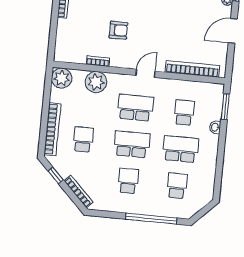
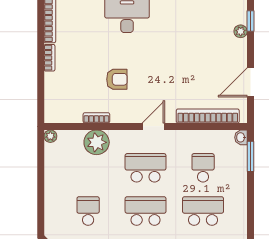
door: (233, 31) -> (250, 82), moved
plant: (62, 78) -> (50, 136), width x0.53, depth x0.53
washbasin: (215, 127) -> (241, 137), moved
bookcase: (52, 129) -> (51, 203), removed

